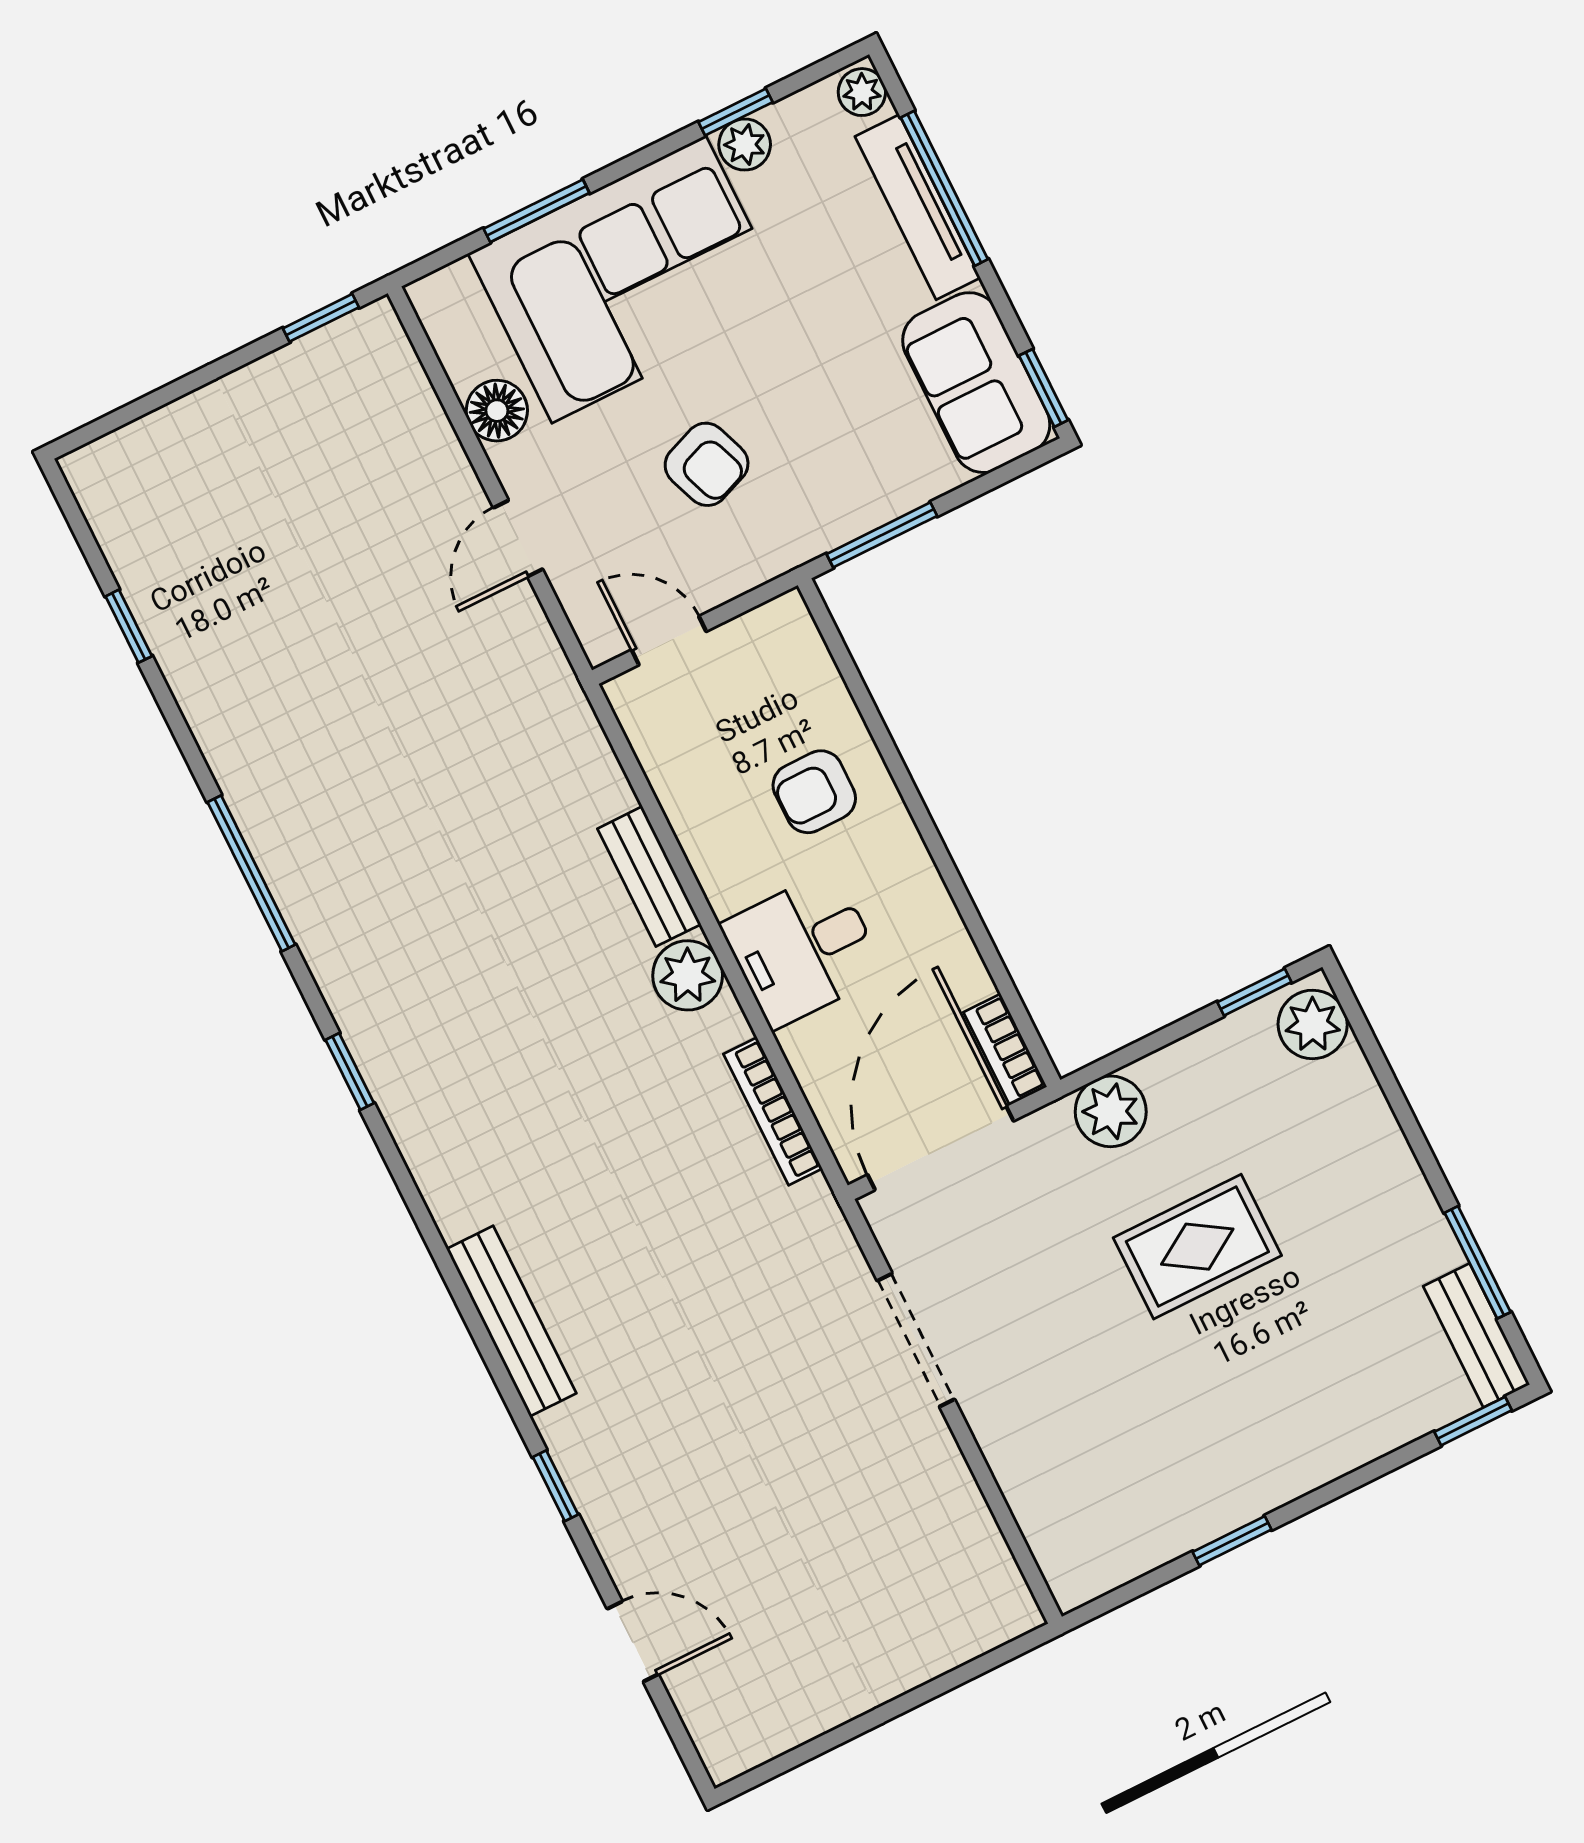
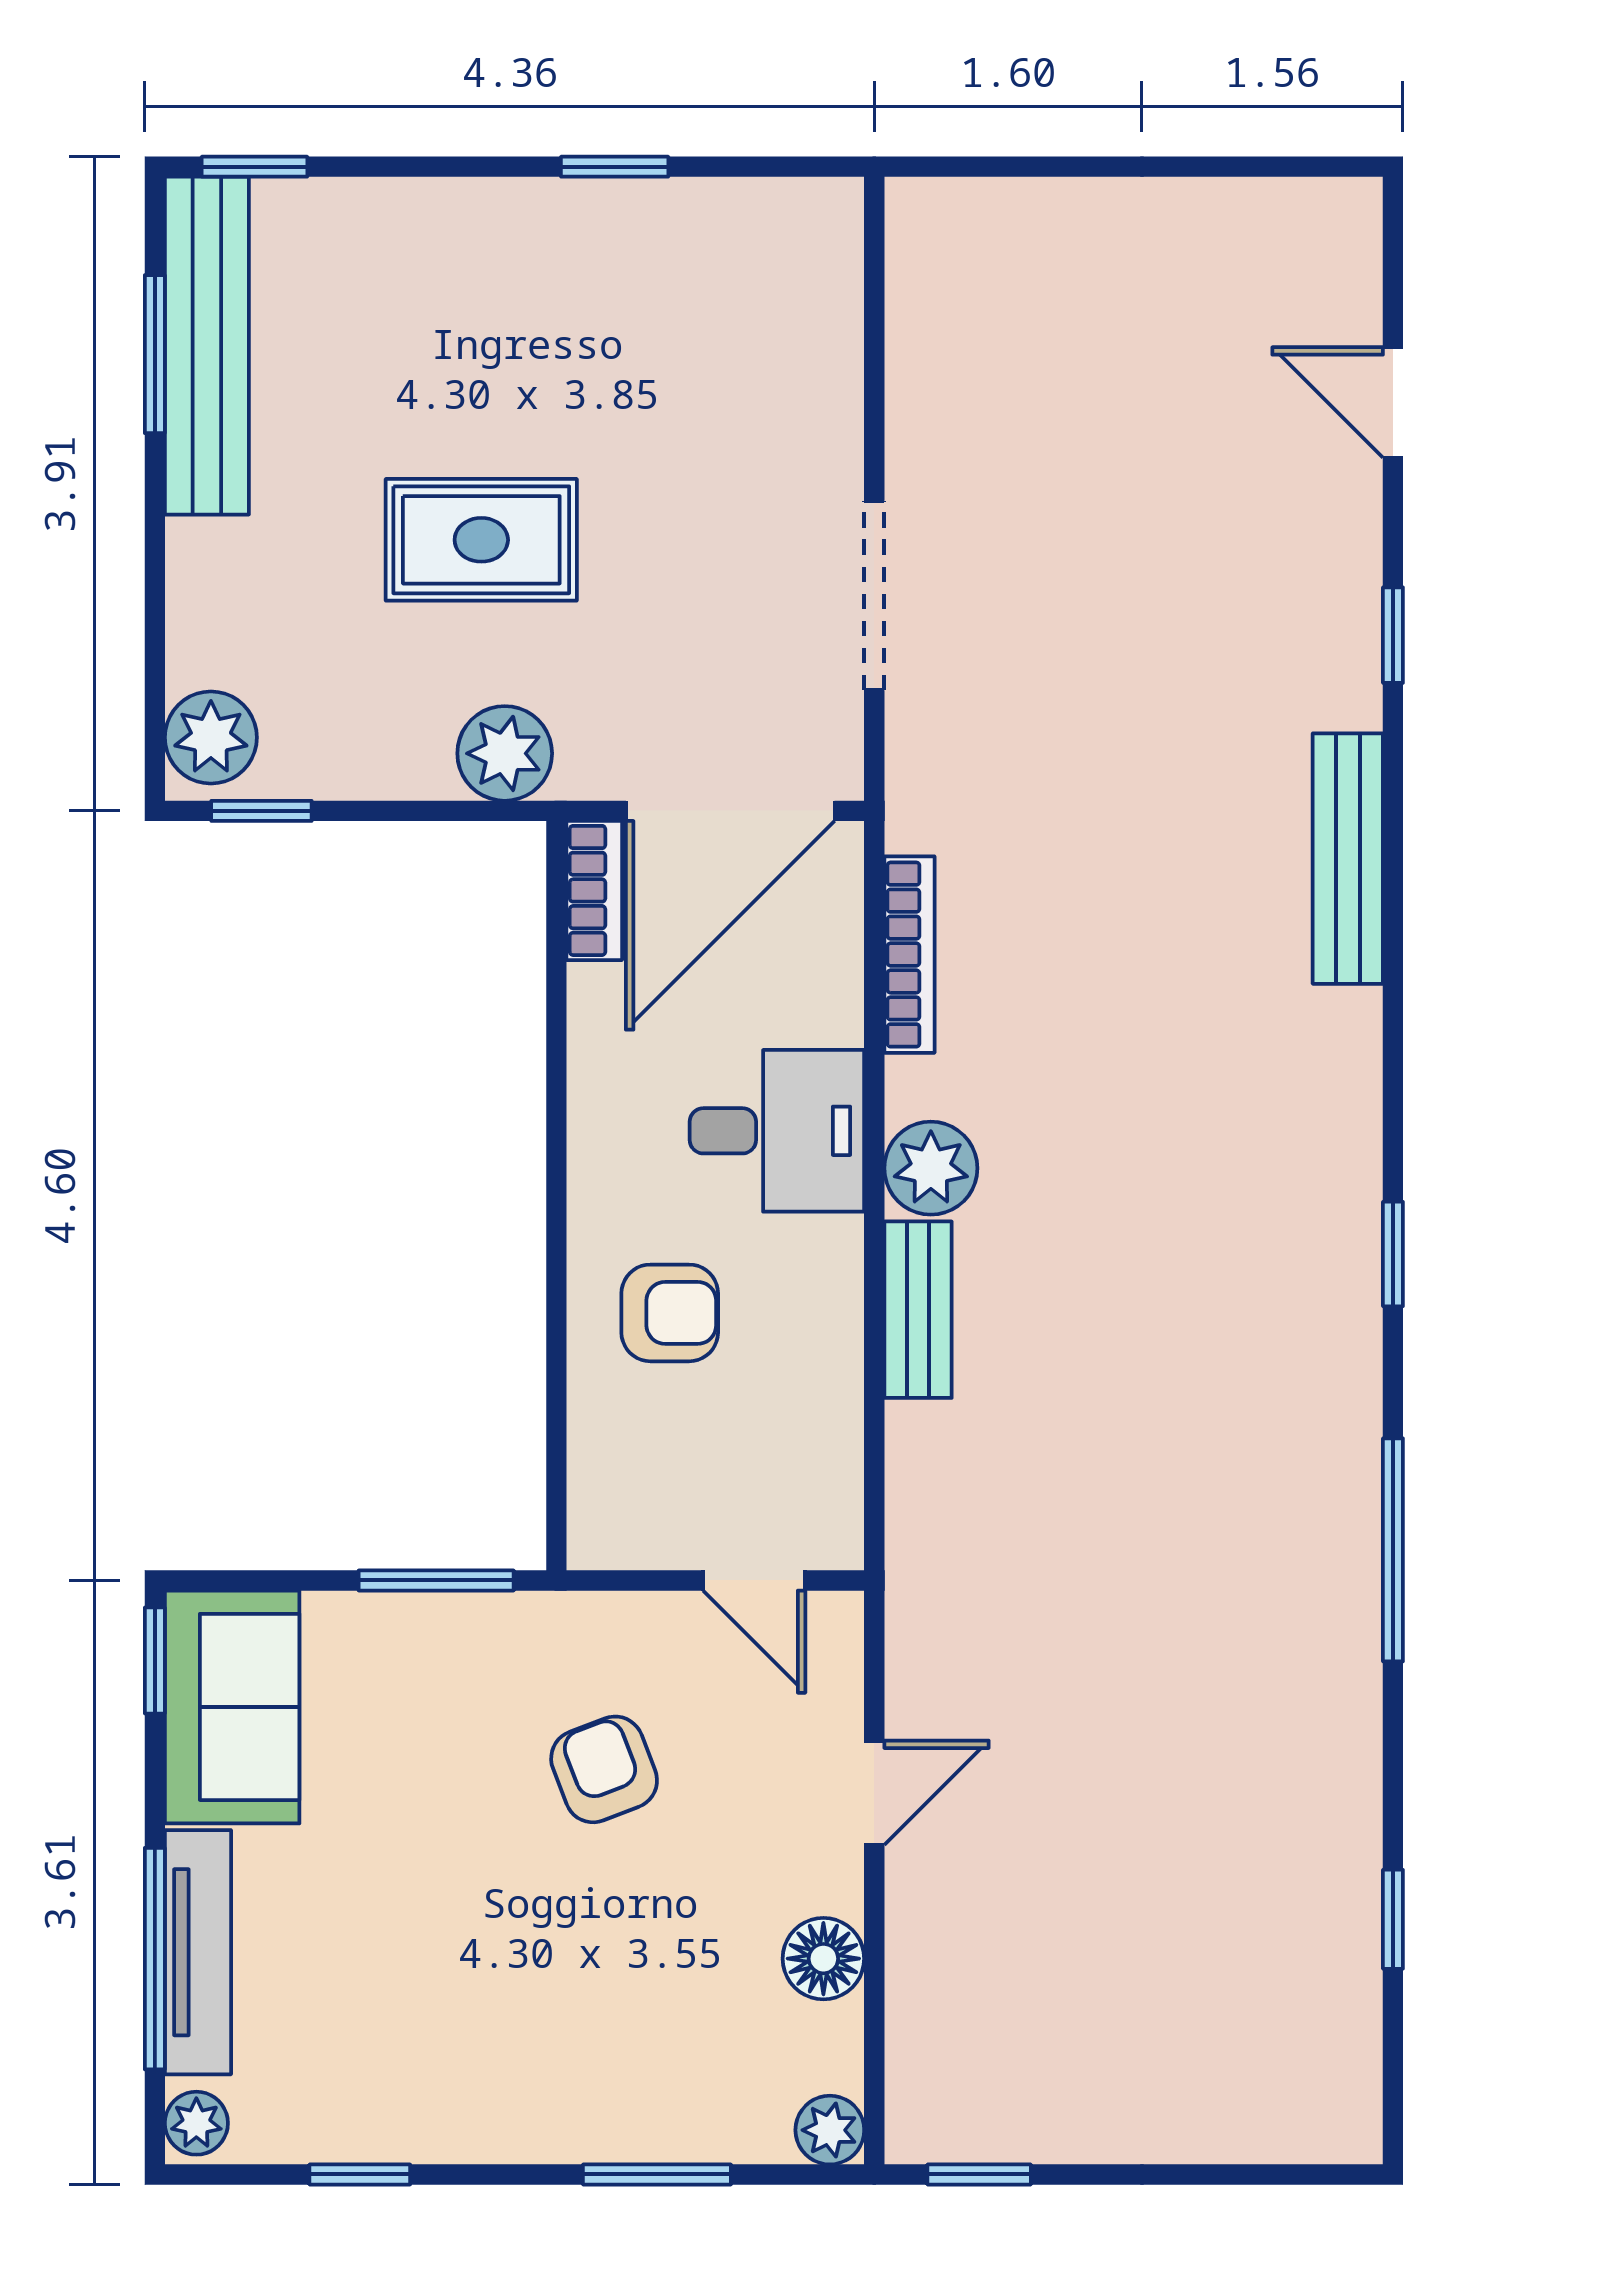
plant: (745, 145) -> (830, 2130), moved
corner sofa: (629, 279) -> (587, 2038), removed
bench: (1477, 1335) -> (207, 346), width x1.86, depth x1.21

